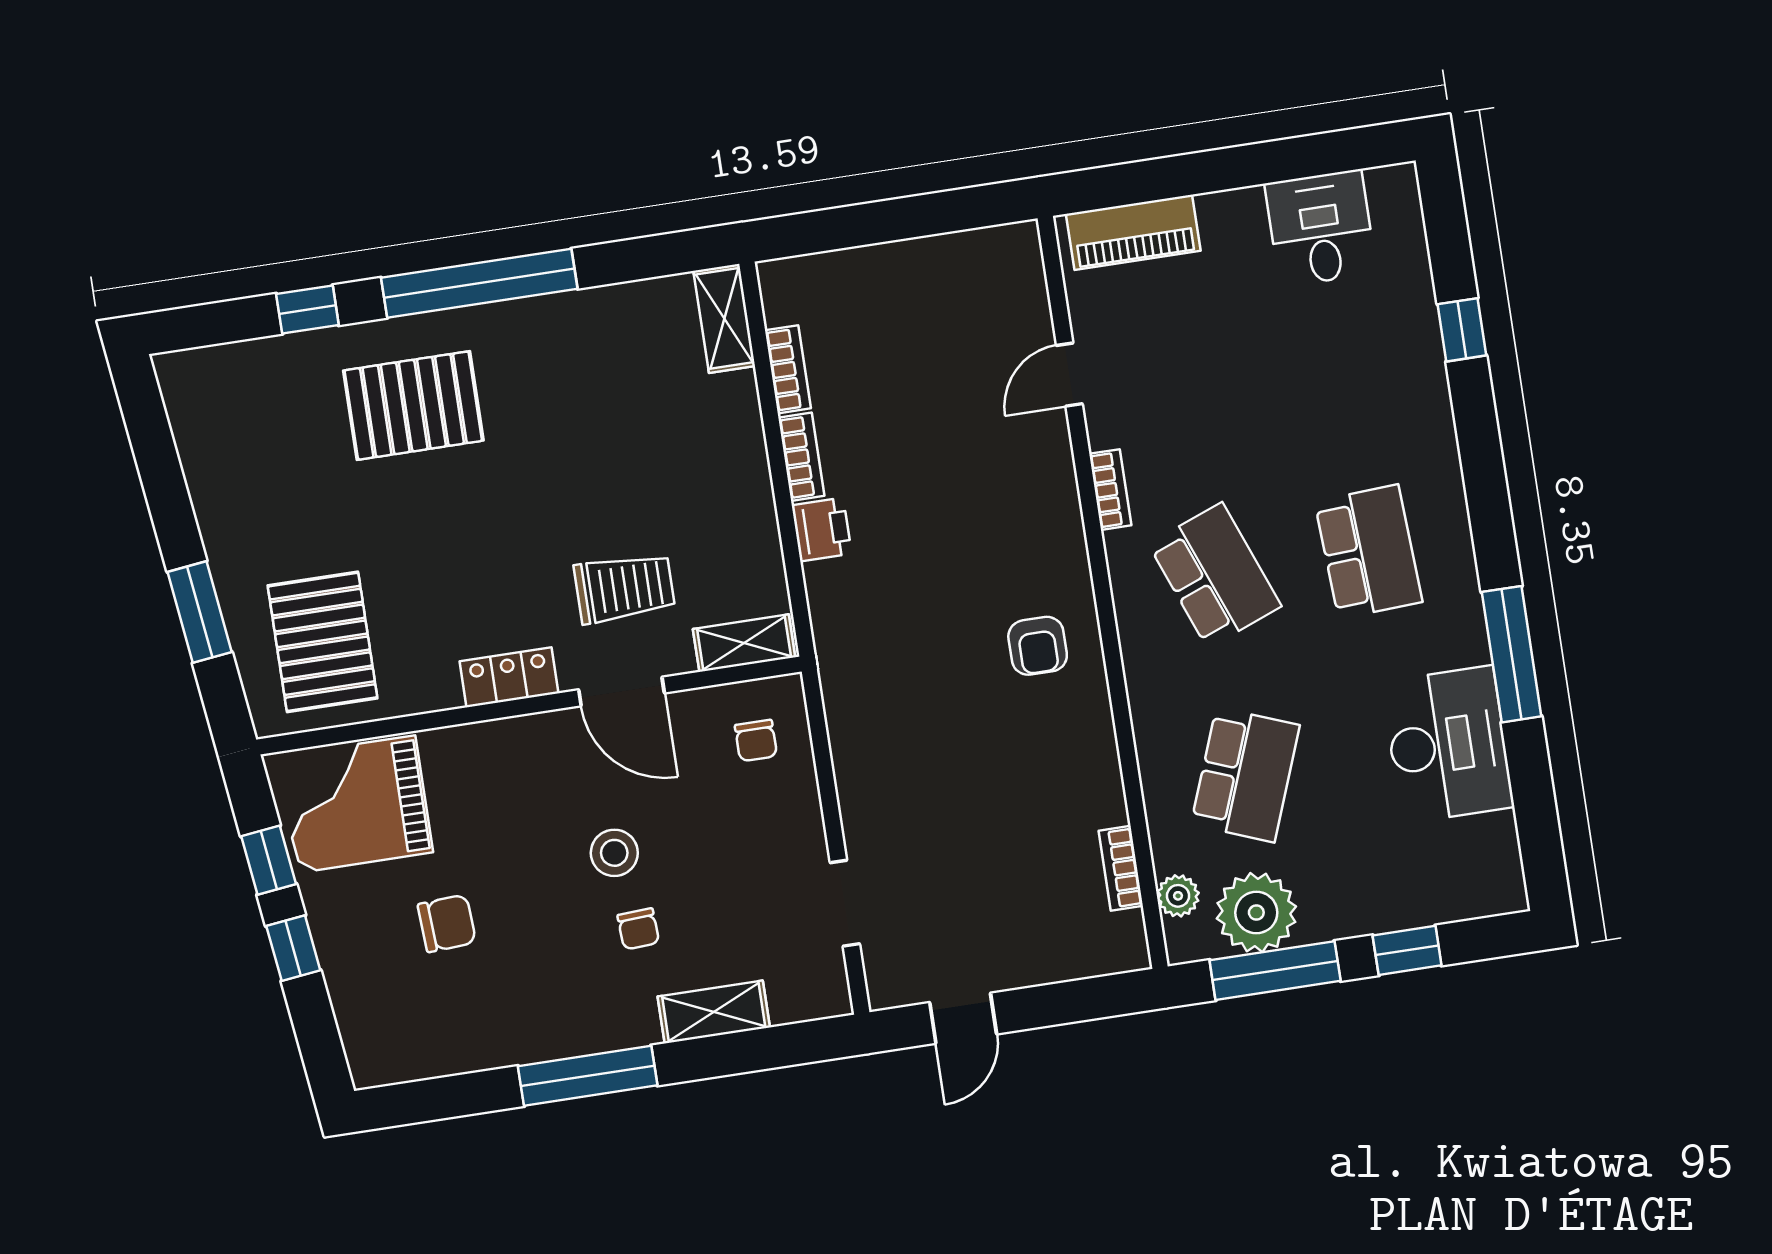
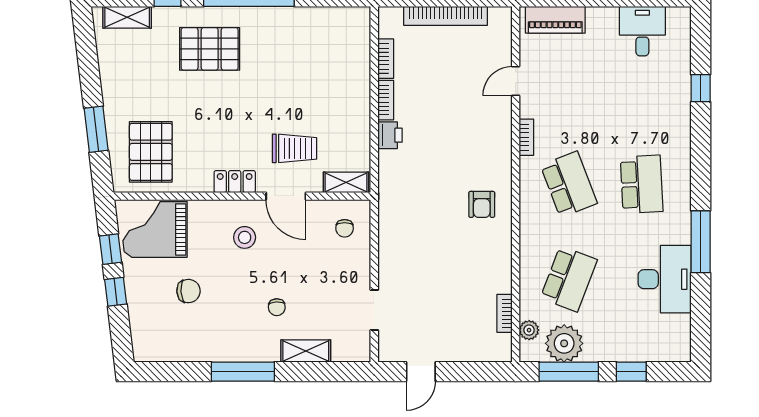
bookcase: (900, 260) -> (446, 16), added
shelving: (724, 318) -> (127, 17), moved, turned 90
stool: (614, 853) -> (245, 237), moved

